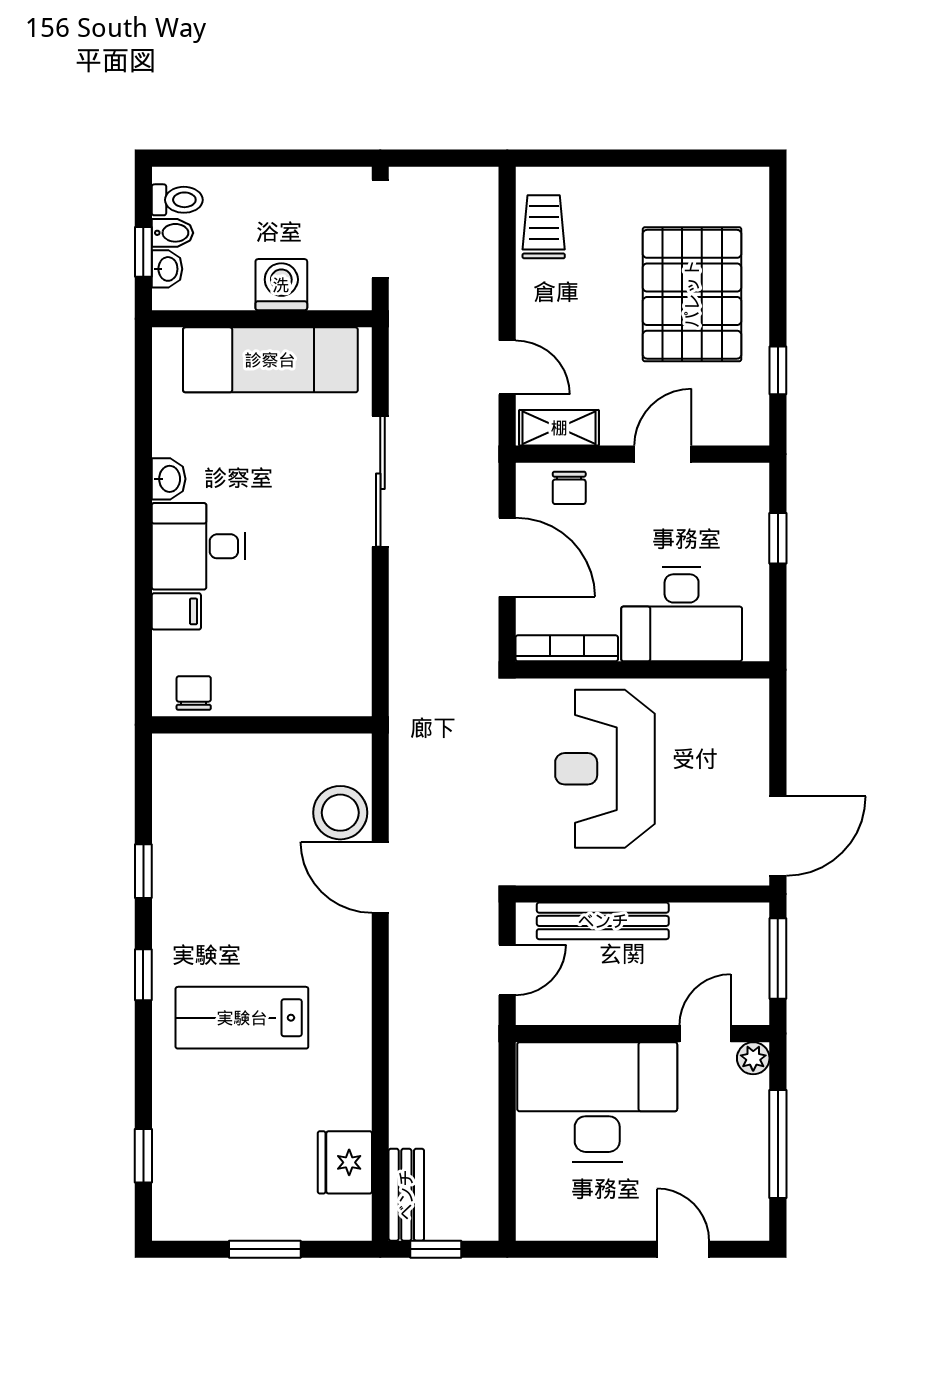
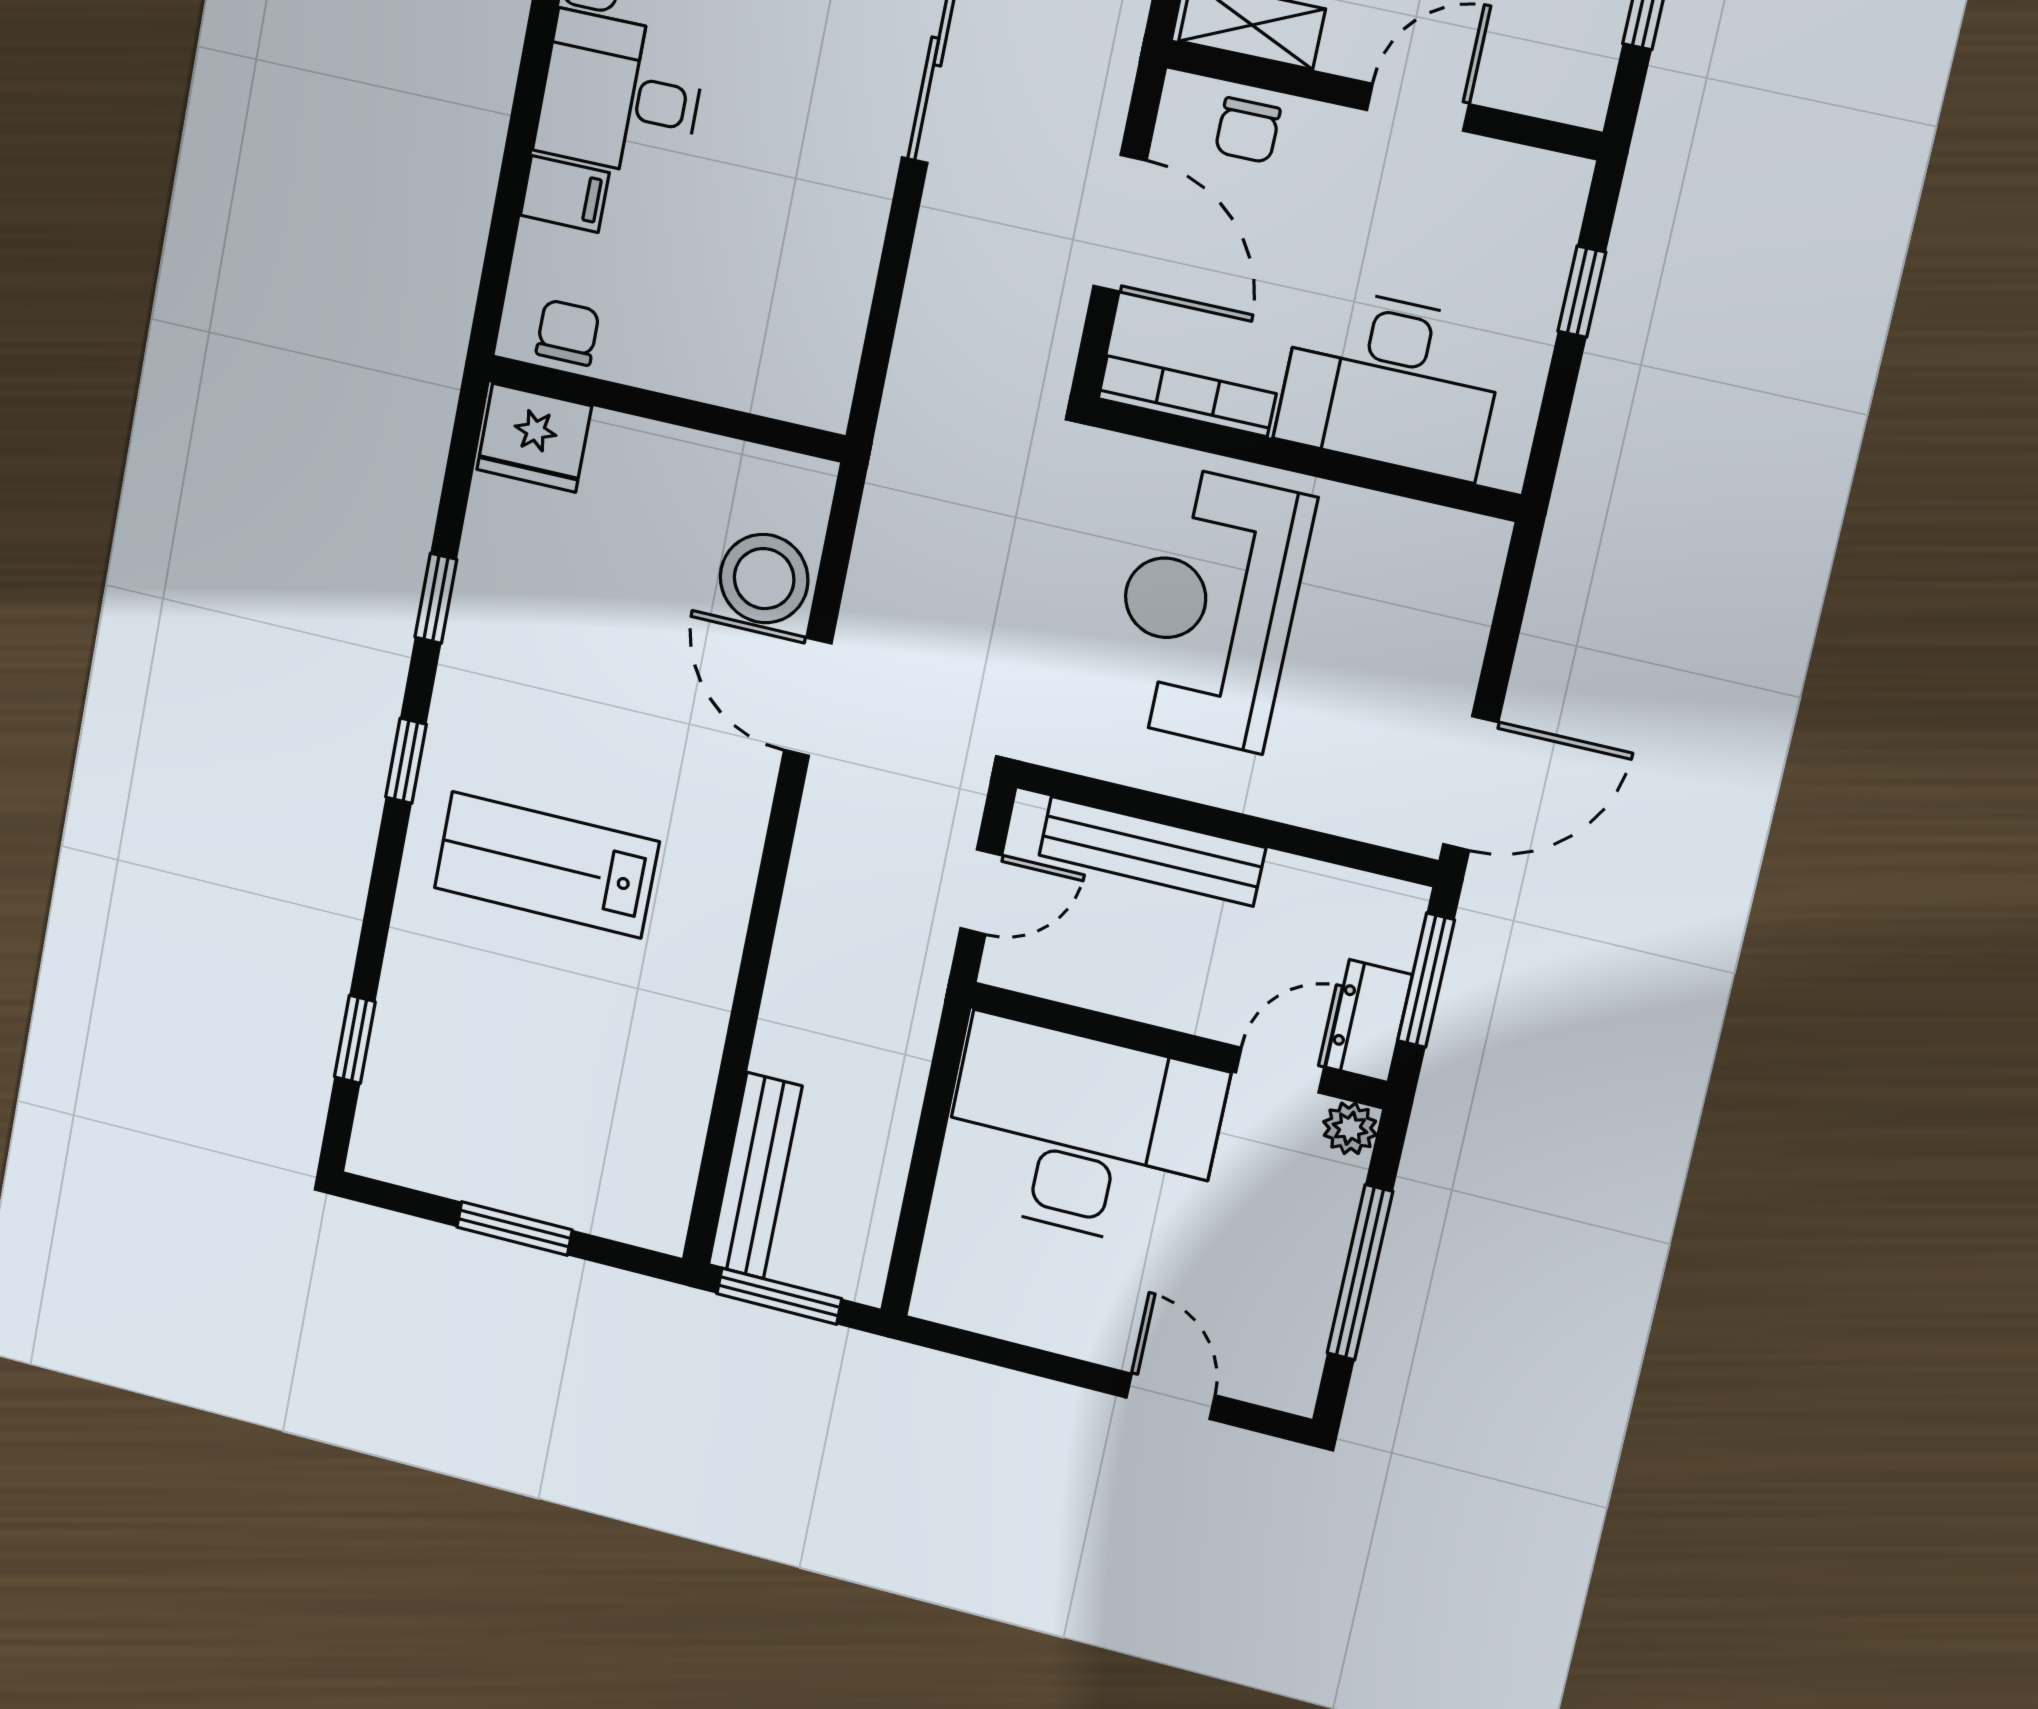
dresser: (750, 991) -> (1369, 1021), added
fridge: (345, 1162) -> (534, 438), moved, turned -90
bench: (406, 1195) -> (755, 1176), width x1.36
window: (436, 1249) -> (779, 1296), width x1.50

